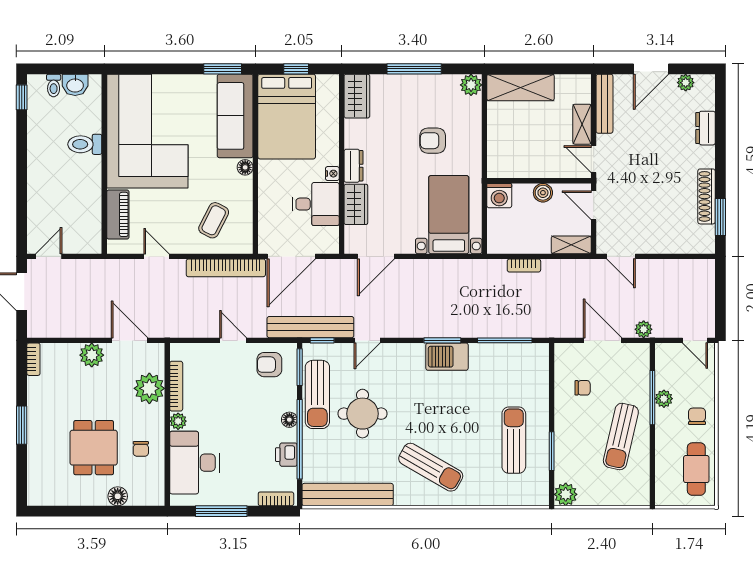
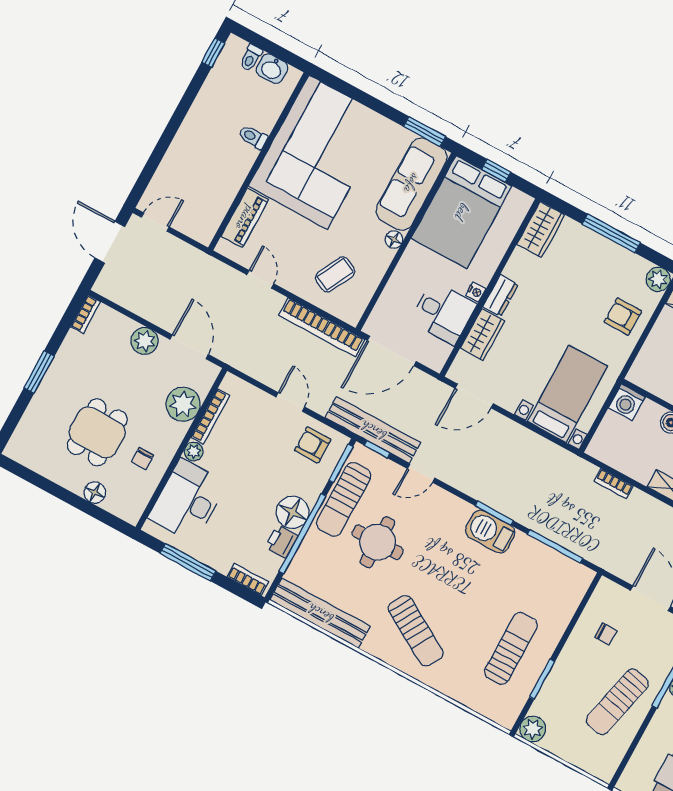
armchair: (433, 141) -> (623, 317), moved
toilet: (85, 144) -> (253, 137), width x0.73, depth x0.72
floor lamp: (289, 420) -> (293, 512), width x1.89, depth x1.89

